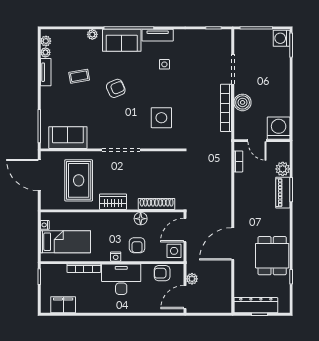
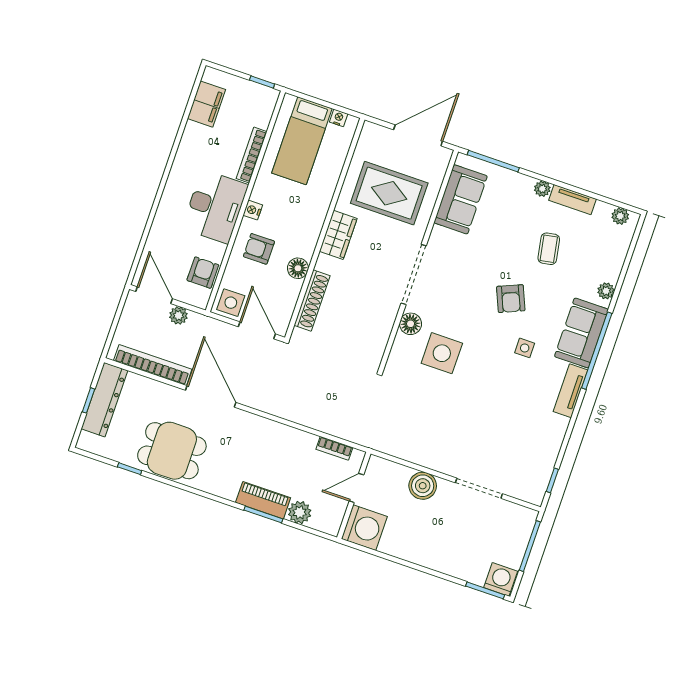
plant: (45, 52) -> (542, 189), moved
side table: (164, 64) -> (525, 348), moved
bookcase: (226, 108) -> (153, 365), moved
floor lamp: (151, 142) -> (411, 324), added

